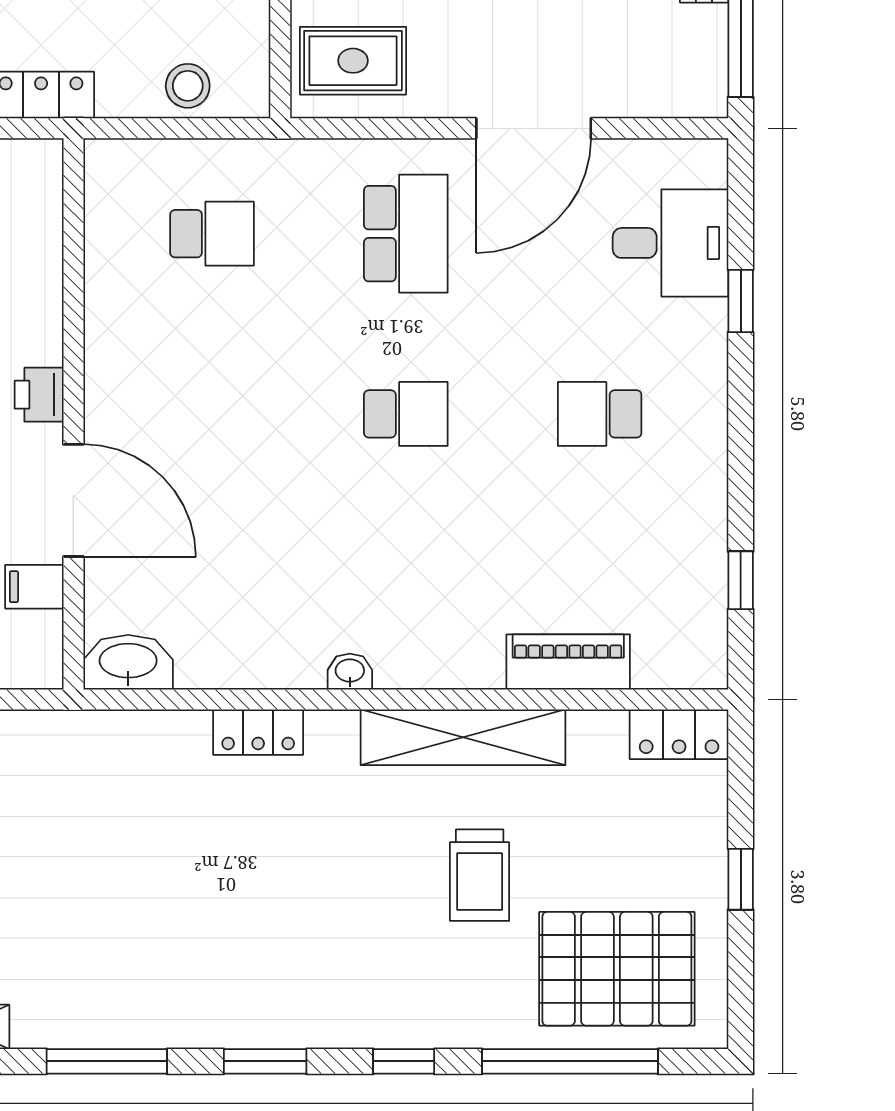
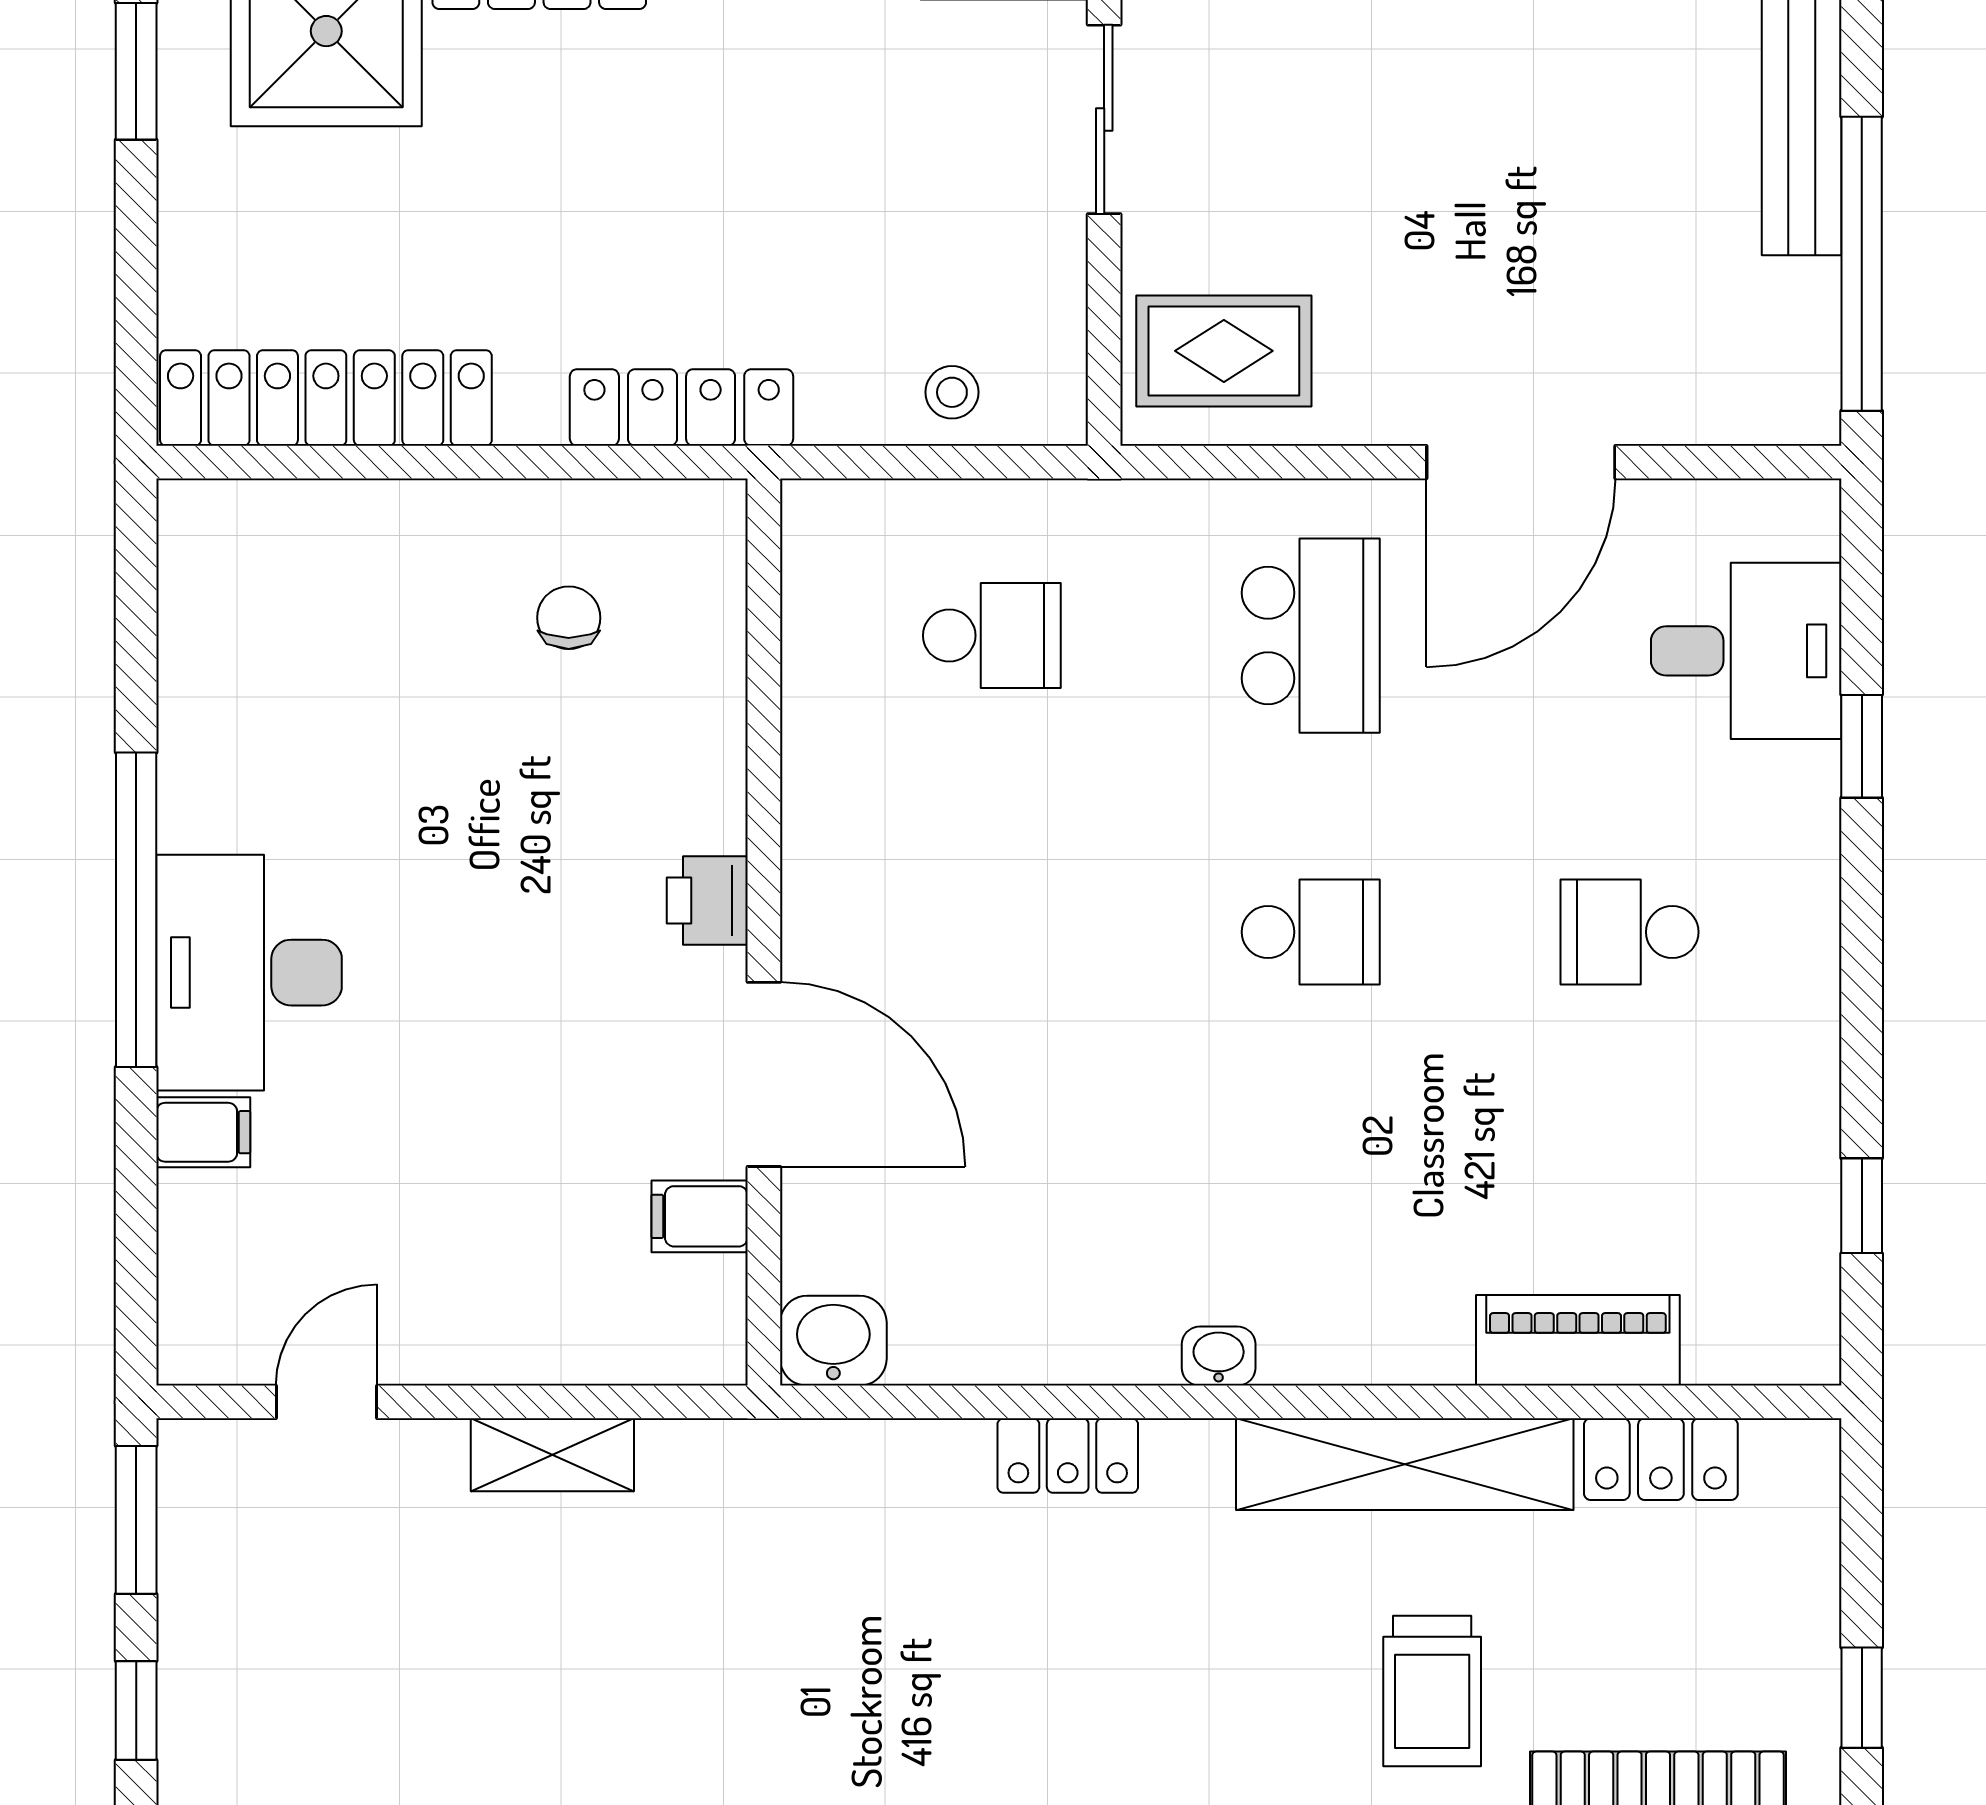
stool: (188, 86) -> (952, 392), width x0.73, depth x0.73
washbasin: (128, 662) -> (833, 1341), width x0.72
locker: (679, 734) -> (1661, 1459), moved

